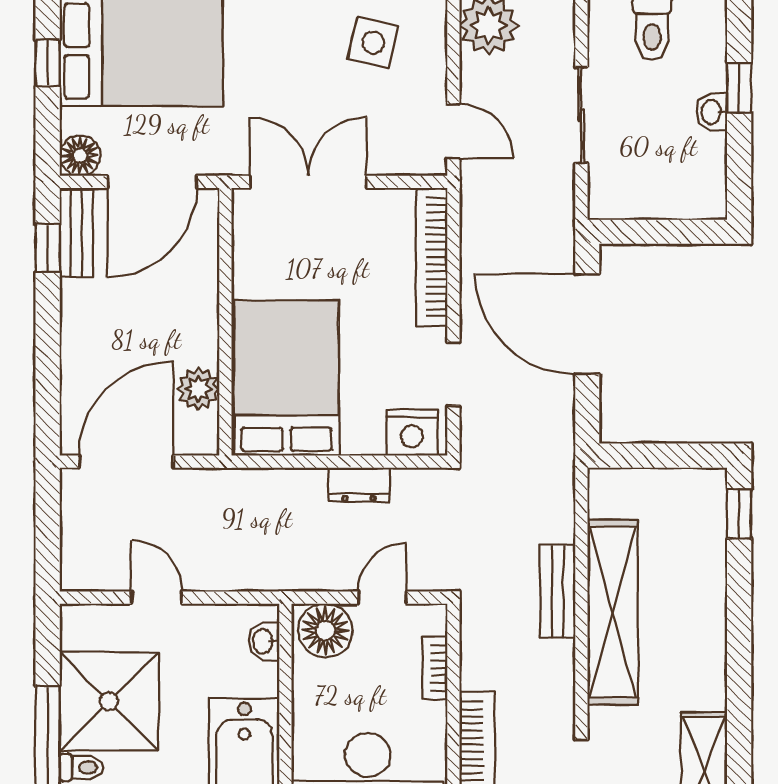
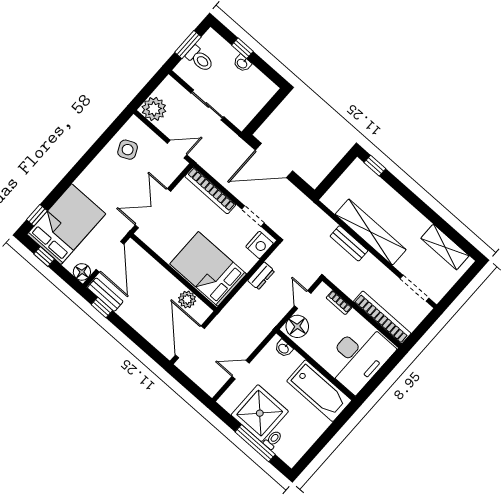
side table: (373, 43) -> (128, 150), turned -38

